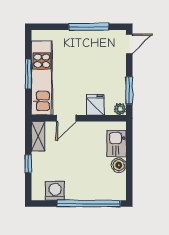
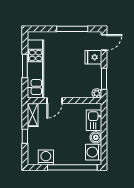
fridge: (95, 105) -> (93, 57), moved, turned -90
washing machine: (116, 184) -> (94, 152), added

